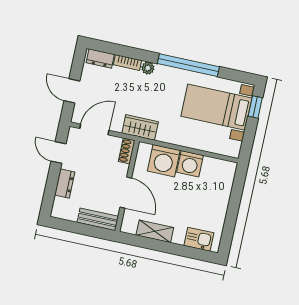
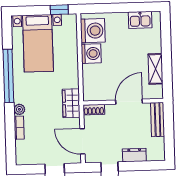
dresser: (100, 59) -> (21, 151), removed
window: (255, 107) -> (59, 10), moved
washing machine: (164, 161) -> (93, 31), moved
kitchen sink: (199, 239) -> (140, 20), moved, turned -90

